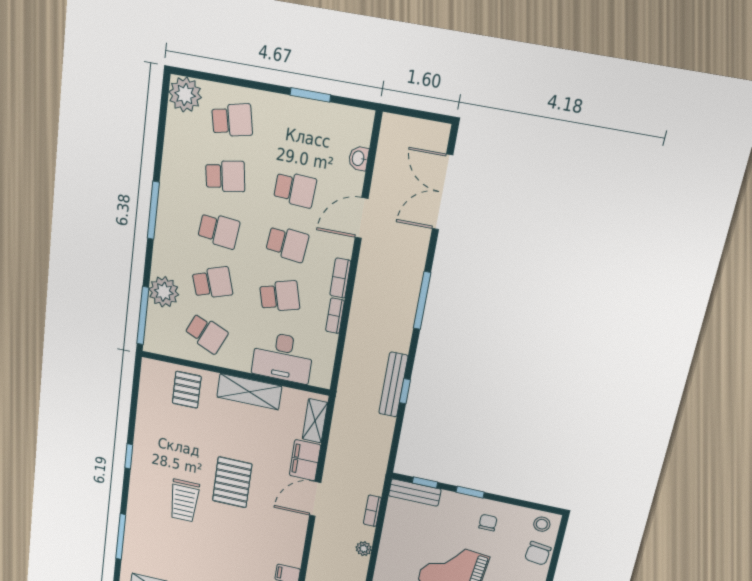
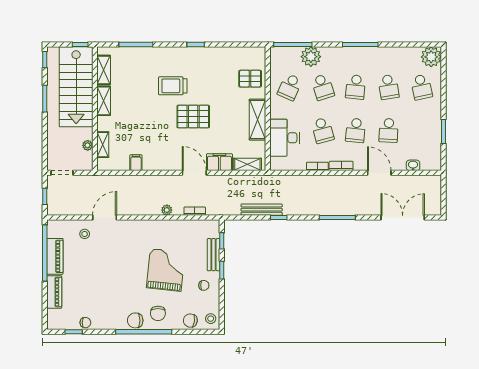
bench: (393, 385) -> (262, 210), moved
bench: (415, 493) -> (214, 255), moved

